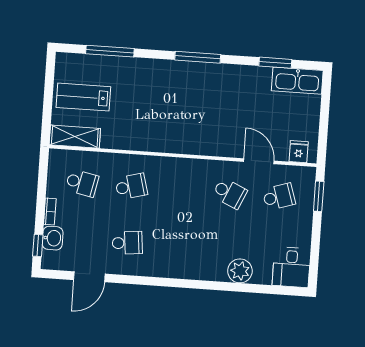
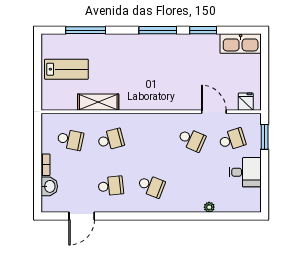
window: (275, 63) -> (203, 30), moved
lab bench: (83, 97) -> (66, 69), turned 180
shelving: (75, 137) -> (98, 102), moved
window: (38, 245) -> (38, 193), removed
school desk: (176, 246) -> (151, 186), added
desk: (291, 267) -> (245, 172), moved, turned -90
plant: (240, 271) -> (209, 207), width x0.53, depth x0.53

